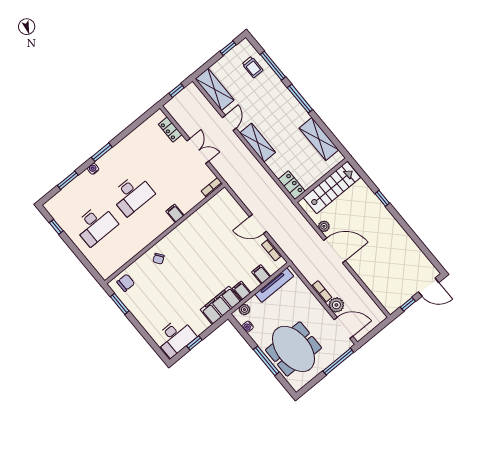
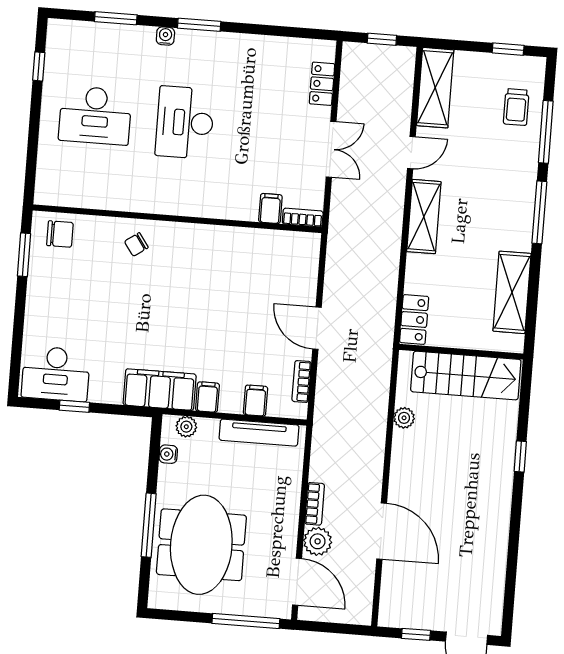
desk: (132, 195) -> (185, 122), turned 90
filing cabinet: (175, 213) -> (270, 209), moved
door: (335, 250) -> (382, 531), moved

